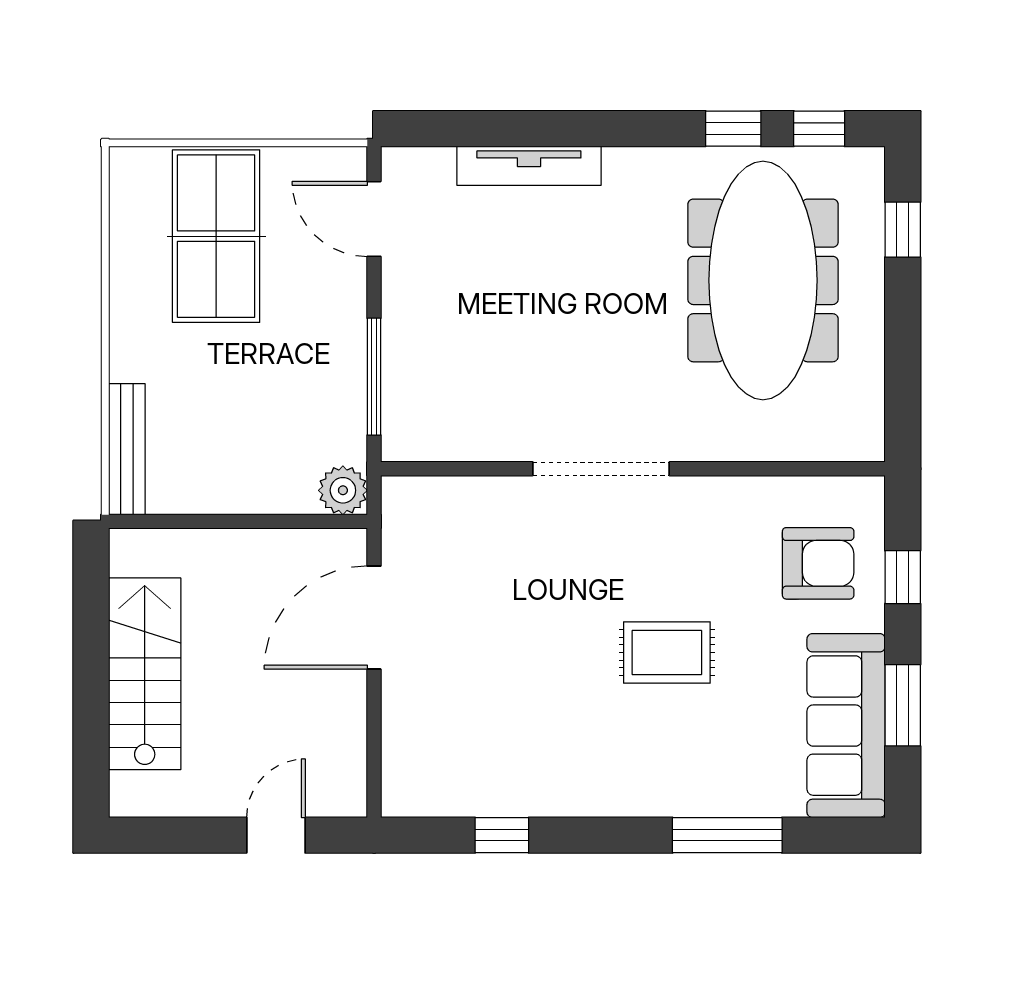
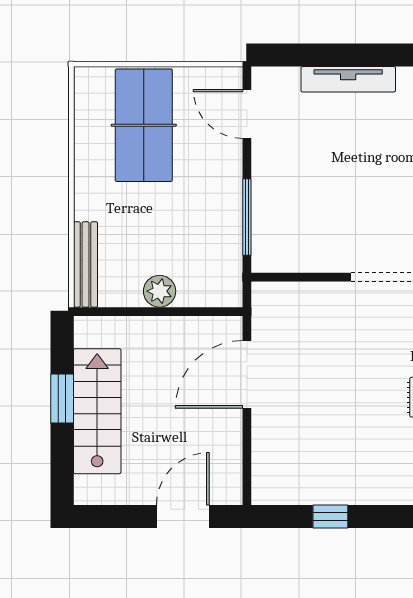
plant: (343, 490) -> (160, 291), moved
window: (91, 654) -> (62, 398), added
door: (276, 835) -> (183, 517), width x1.38

